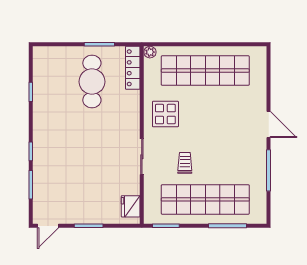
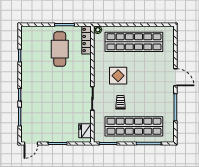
display table: (165, 114) -> (118, 76), moved

